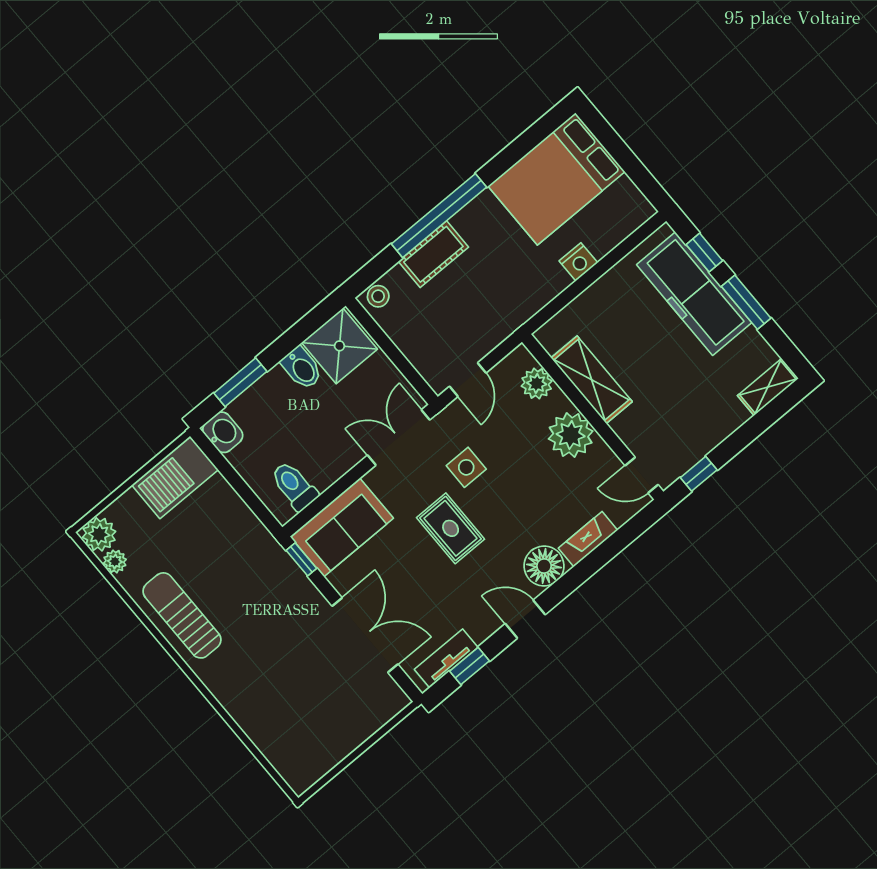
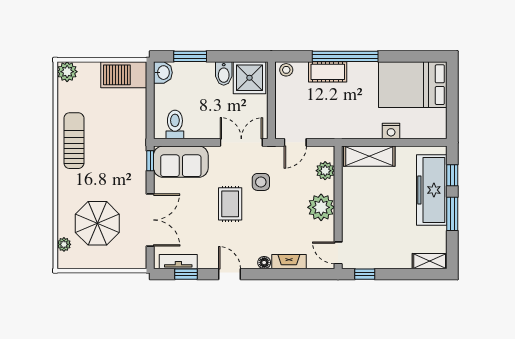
shelving: (592, 380) -> (369, 156), moved, turned 90
plant: (115, 561) -> (64, 244), moved
floor lamp: (544, 566) -> (264, 263), width x0.53, depth x0.53
parasol: (301, 696) -> (97, 223), added

